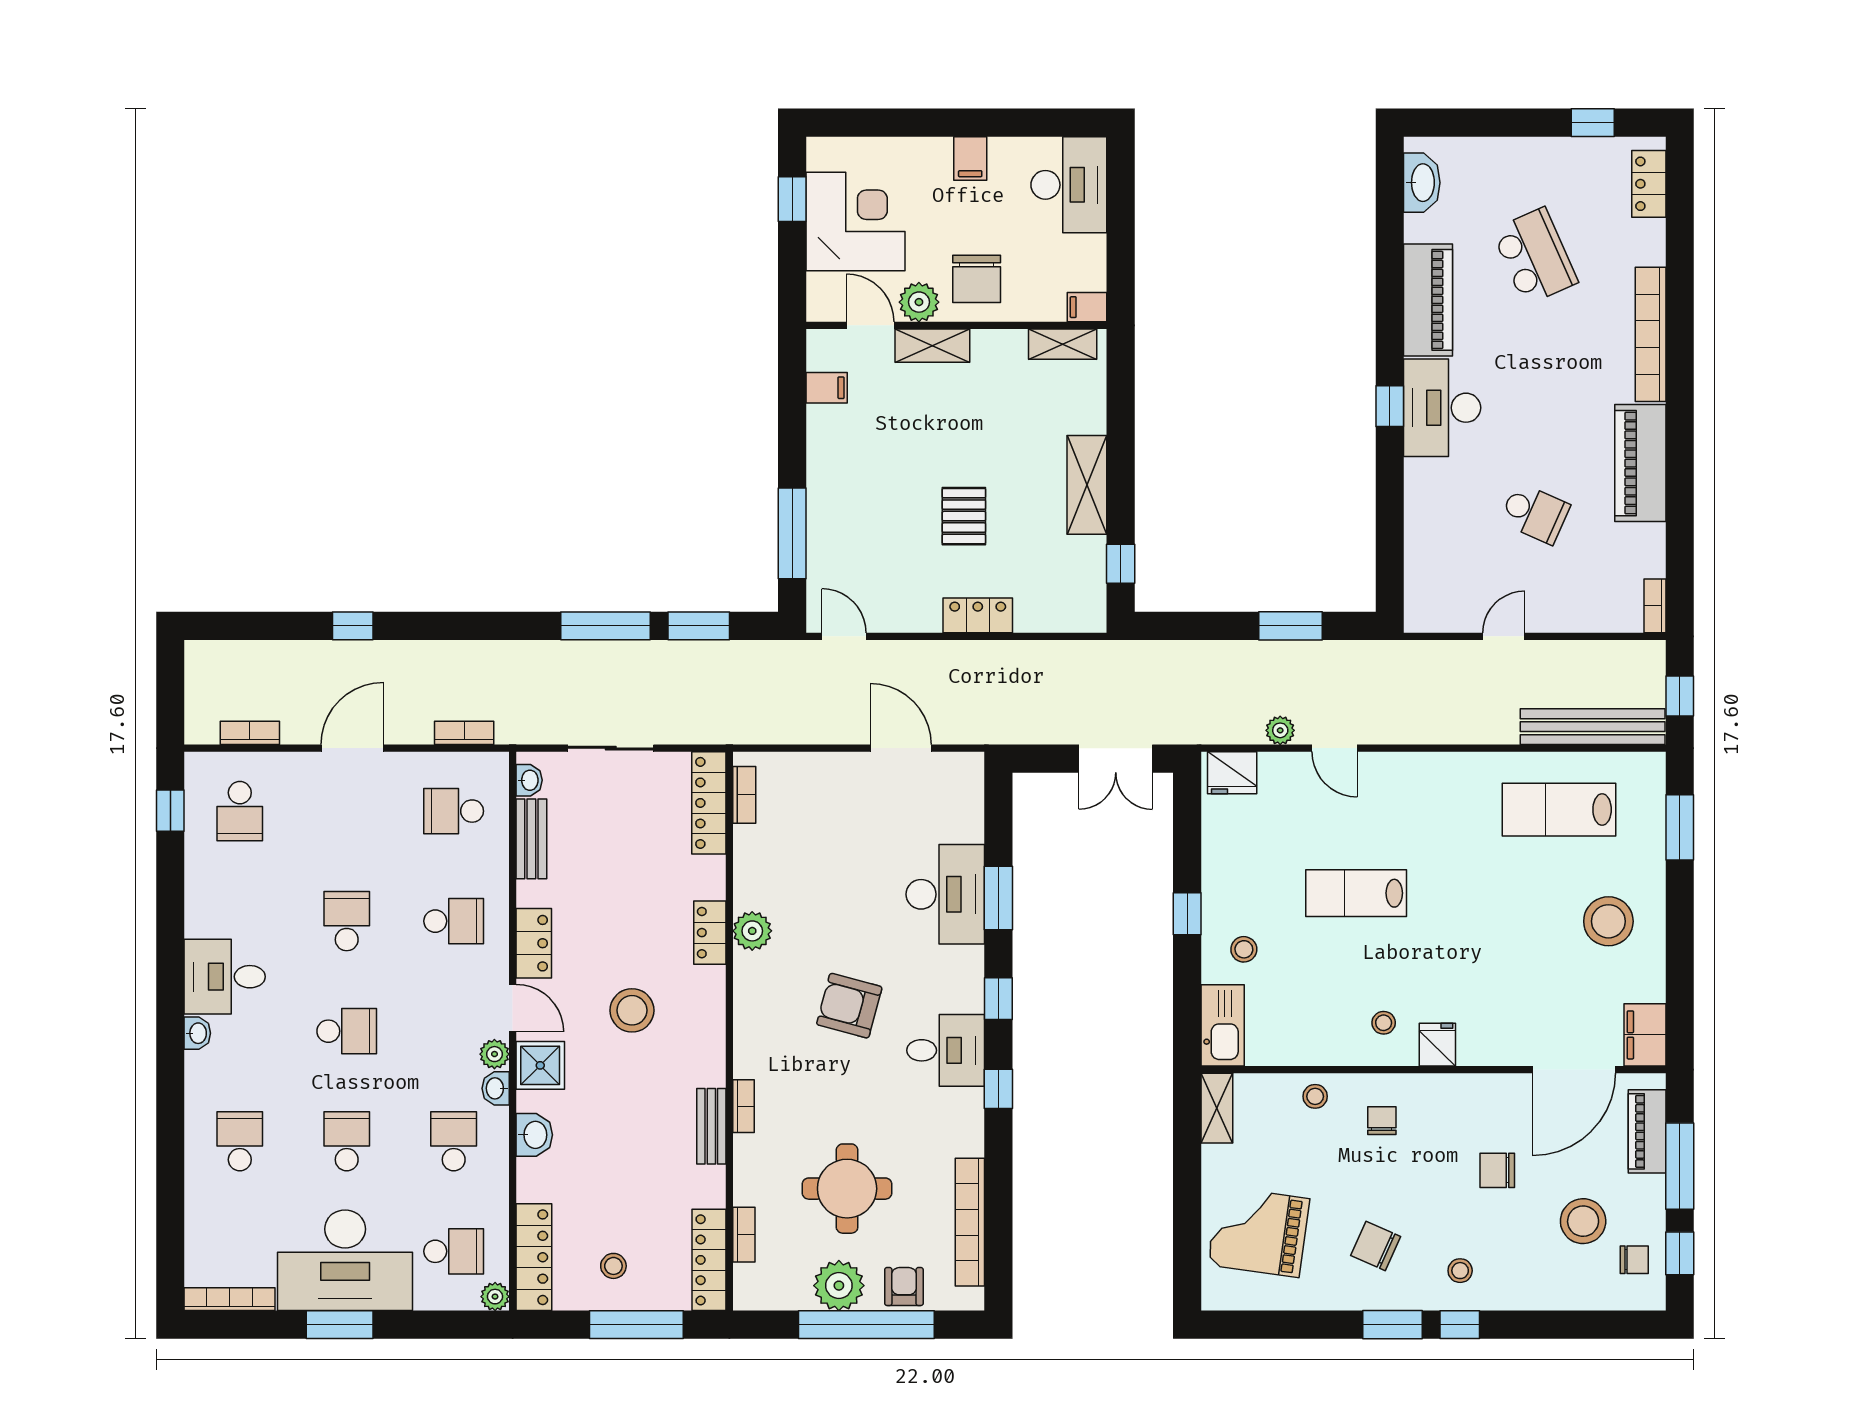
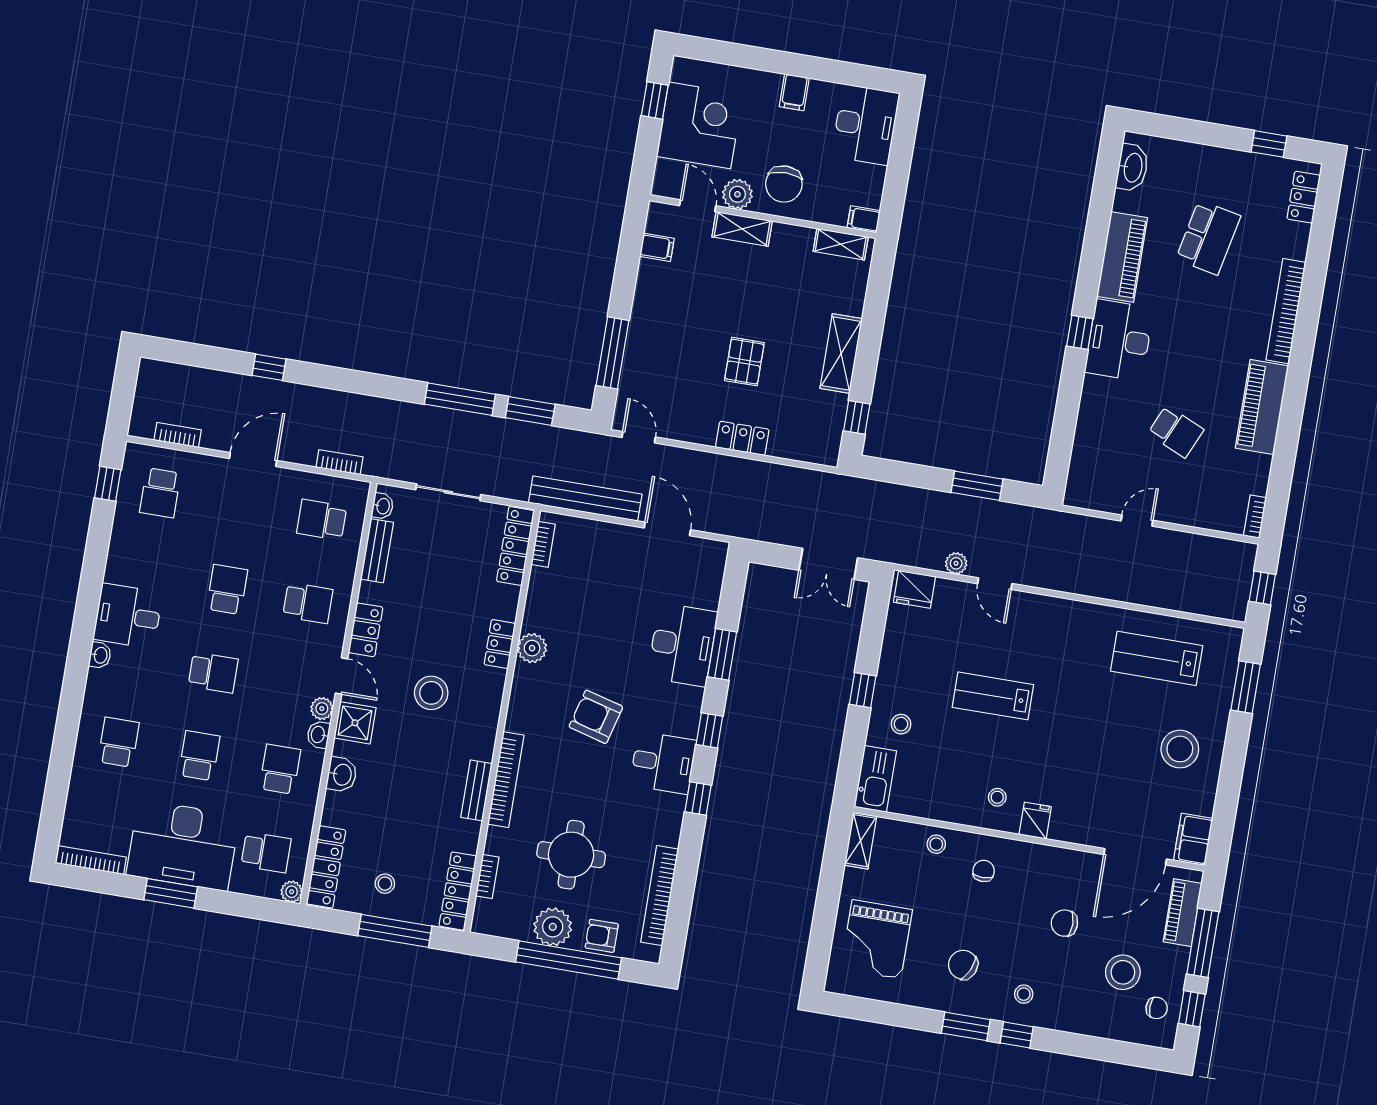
school desk: (1535, 256) -> (1208, 238), turned 36
bench: (1593, 727) -> (585, 498), moved
bookcase: (743, 1106) -> (506, 780), width x2.31, depth x1.31
grand piano: (1259, 1232) -> (876, 939), turned -98
armchair: (904, 1287) -> (602, 936), turned -90

